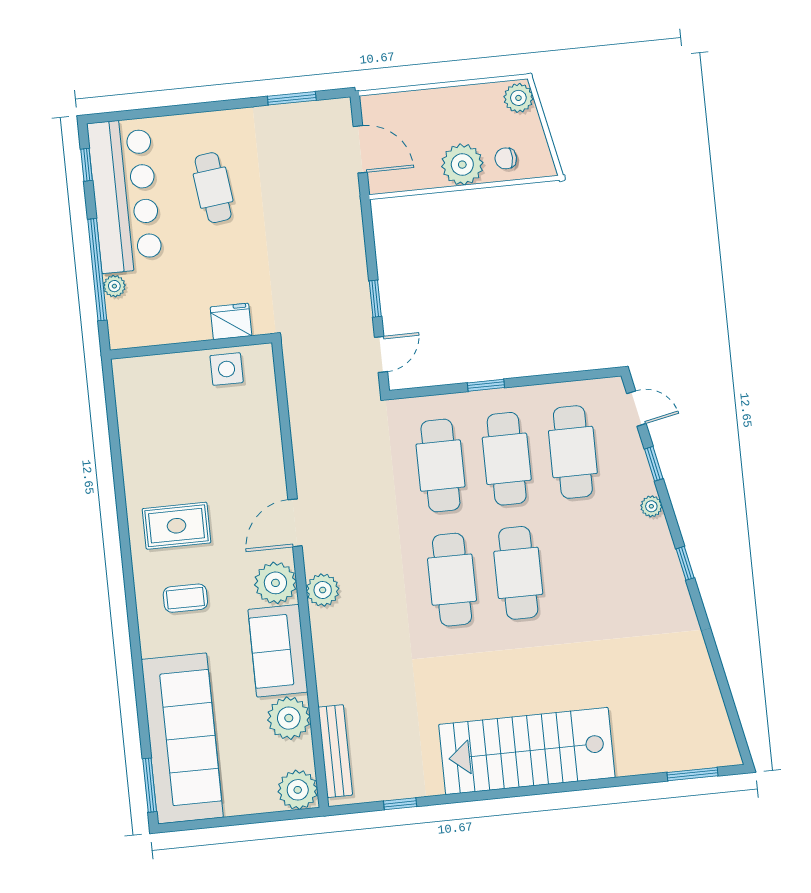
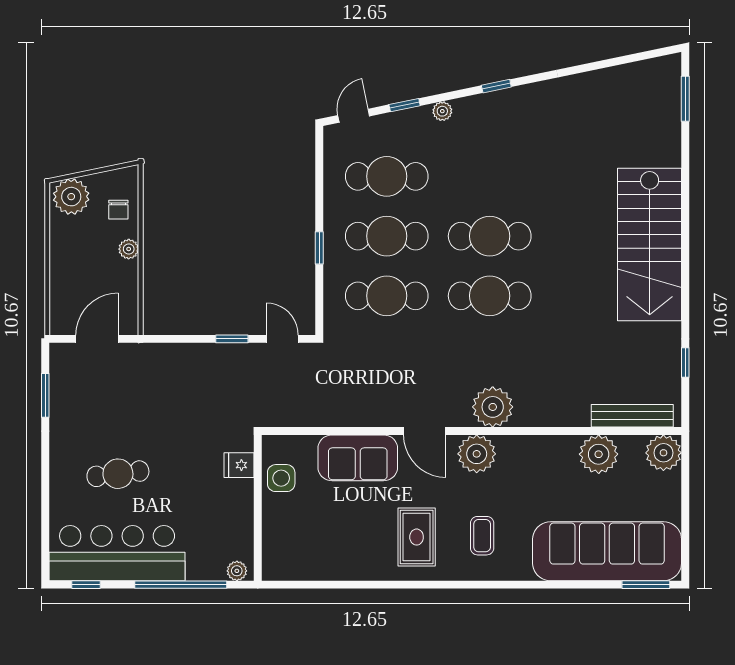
plant: (518, 98) -> (71, 197), width x1.36, depth x1.36
plant: (462, 165) -> (129, 249), width x0.53, depth x0.53
plant: (114, 286) -> (237, 571), moved
fridge: (231, 321) -> (239, 465), width x0.72
plant: (323, 590) -> (493, 407), width x1.36, depth x1.36
sofa: (278, 651) -> (358, 458), moved

